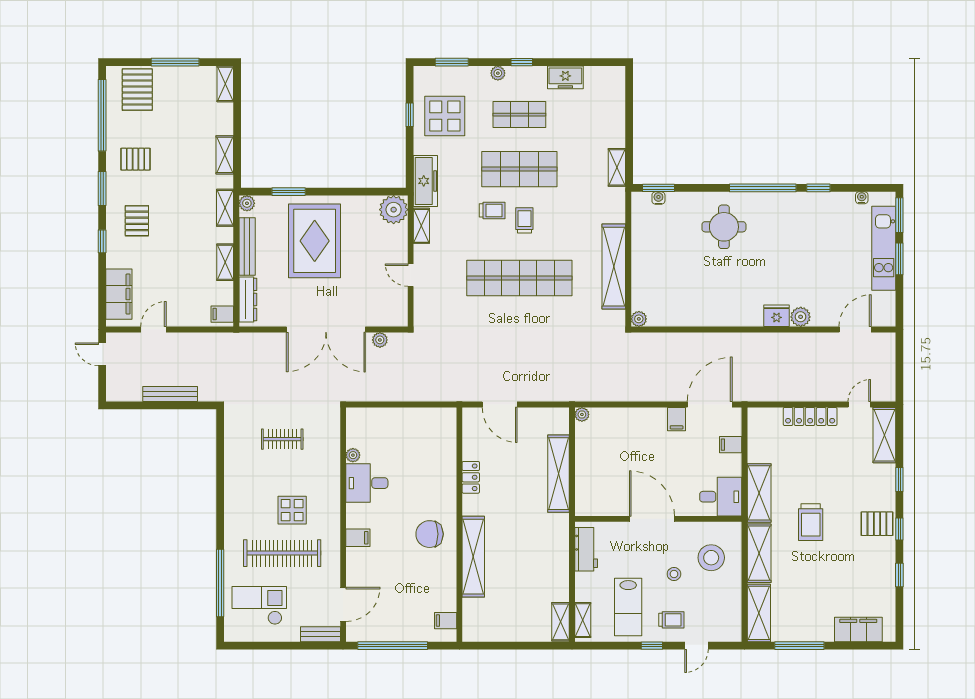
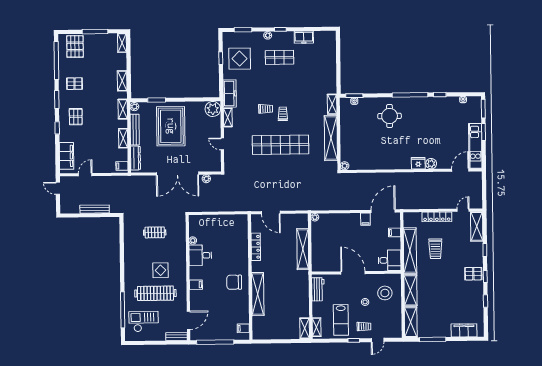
shelving: (617, 167) -> (332, 104), moved
shop shelf: (519, 169) -> (280, 86), removed
kitchen unit: (884, 248) -> (475, 146), moved
locker: (471, 477) -> (256, 247), width x1.53
shelving: (759, 493) -> (410, 251), width x1.47
trolley: (811, 522) -> (435, 249), moved

